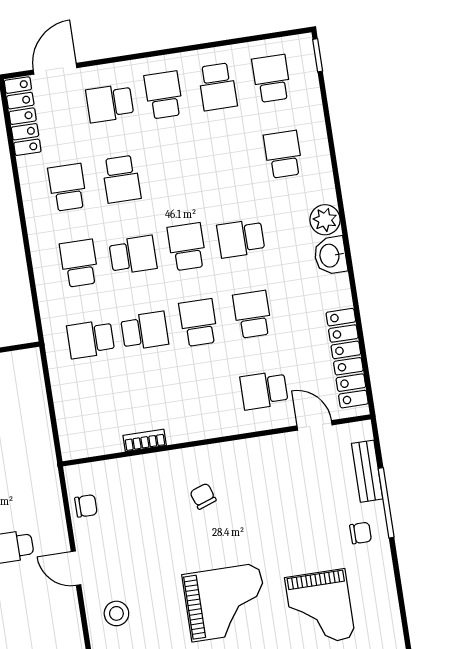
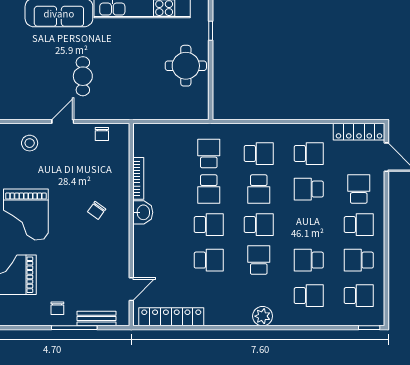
washbasin: (330, 255) -> (143, 212), moved, turned 90
school desk: (264, 390) -> (309, 260), moved, turned -90
bookcase: (145, 440) -> (138, 178), width x1.56
chair: (203, 496) -> (97, 210), turned 145

